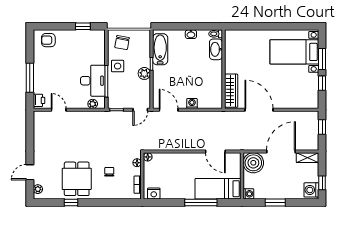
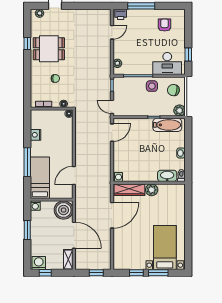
armchair: (48, 40) -> (165, 25), moved
plant: (231, 66) -> (152, 190), added
plant: (144, 73) -> (179, 110), moved
desk: (93, 81) -> (167, 64), moved
washing machine: (192, 104) -> (118, 177), moved
nightstand: (154, 193) -> (36, 135), moved

